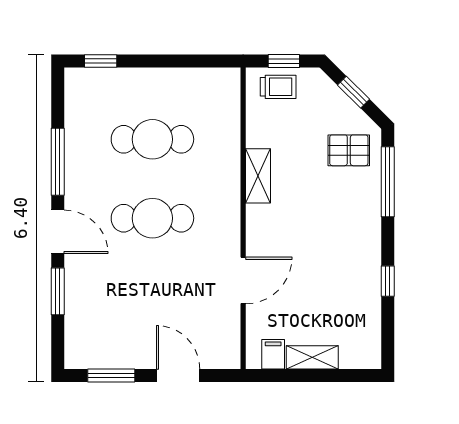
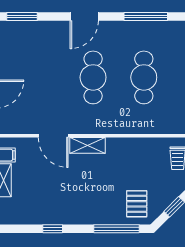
window: (58, 162) -> (146, 17), moved
shelving: (258, 176) -> (88, 145), moved
window: (58, 291) -> (22, 17), moved

